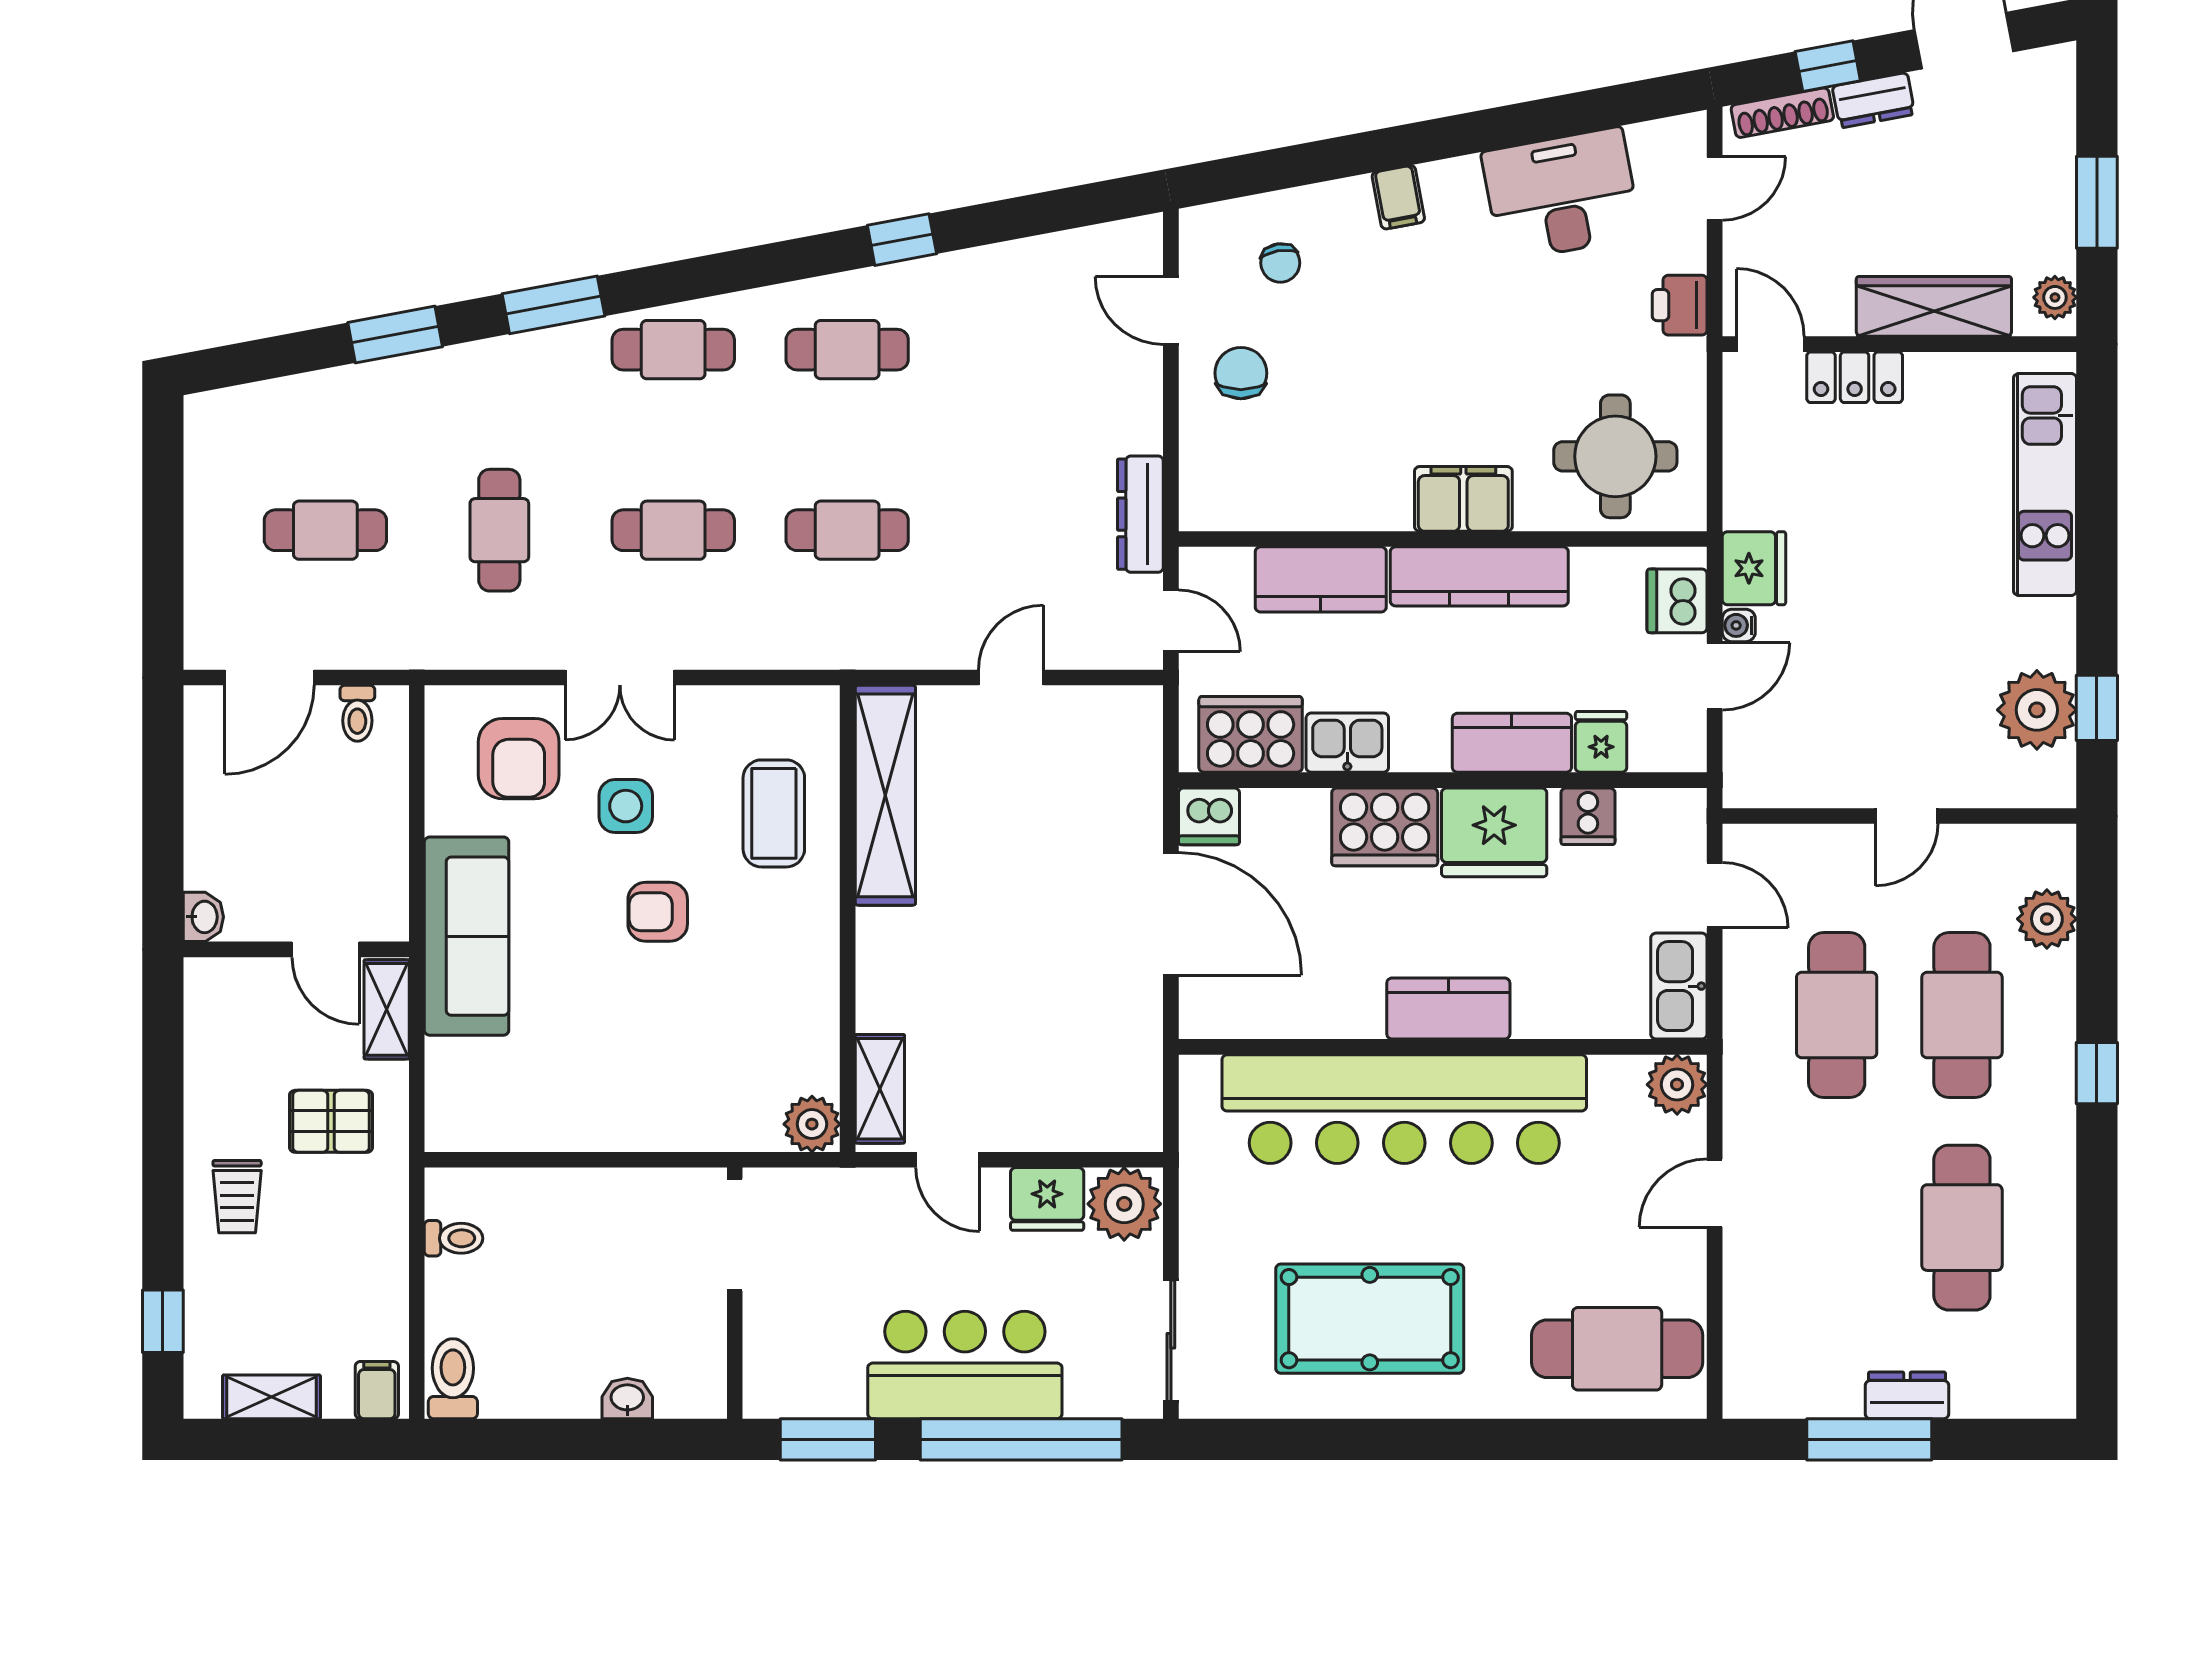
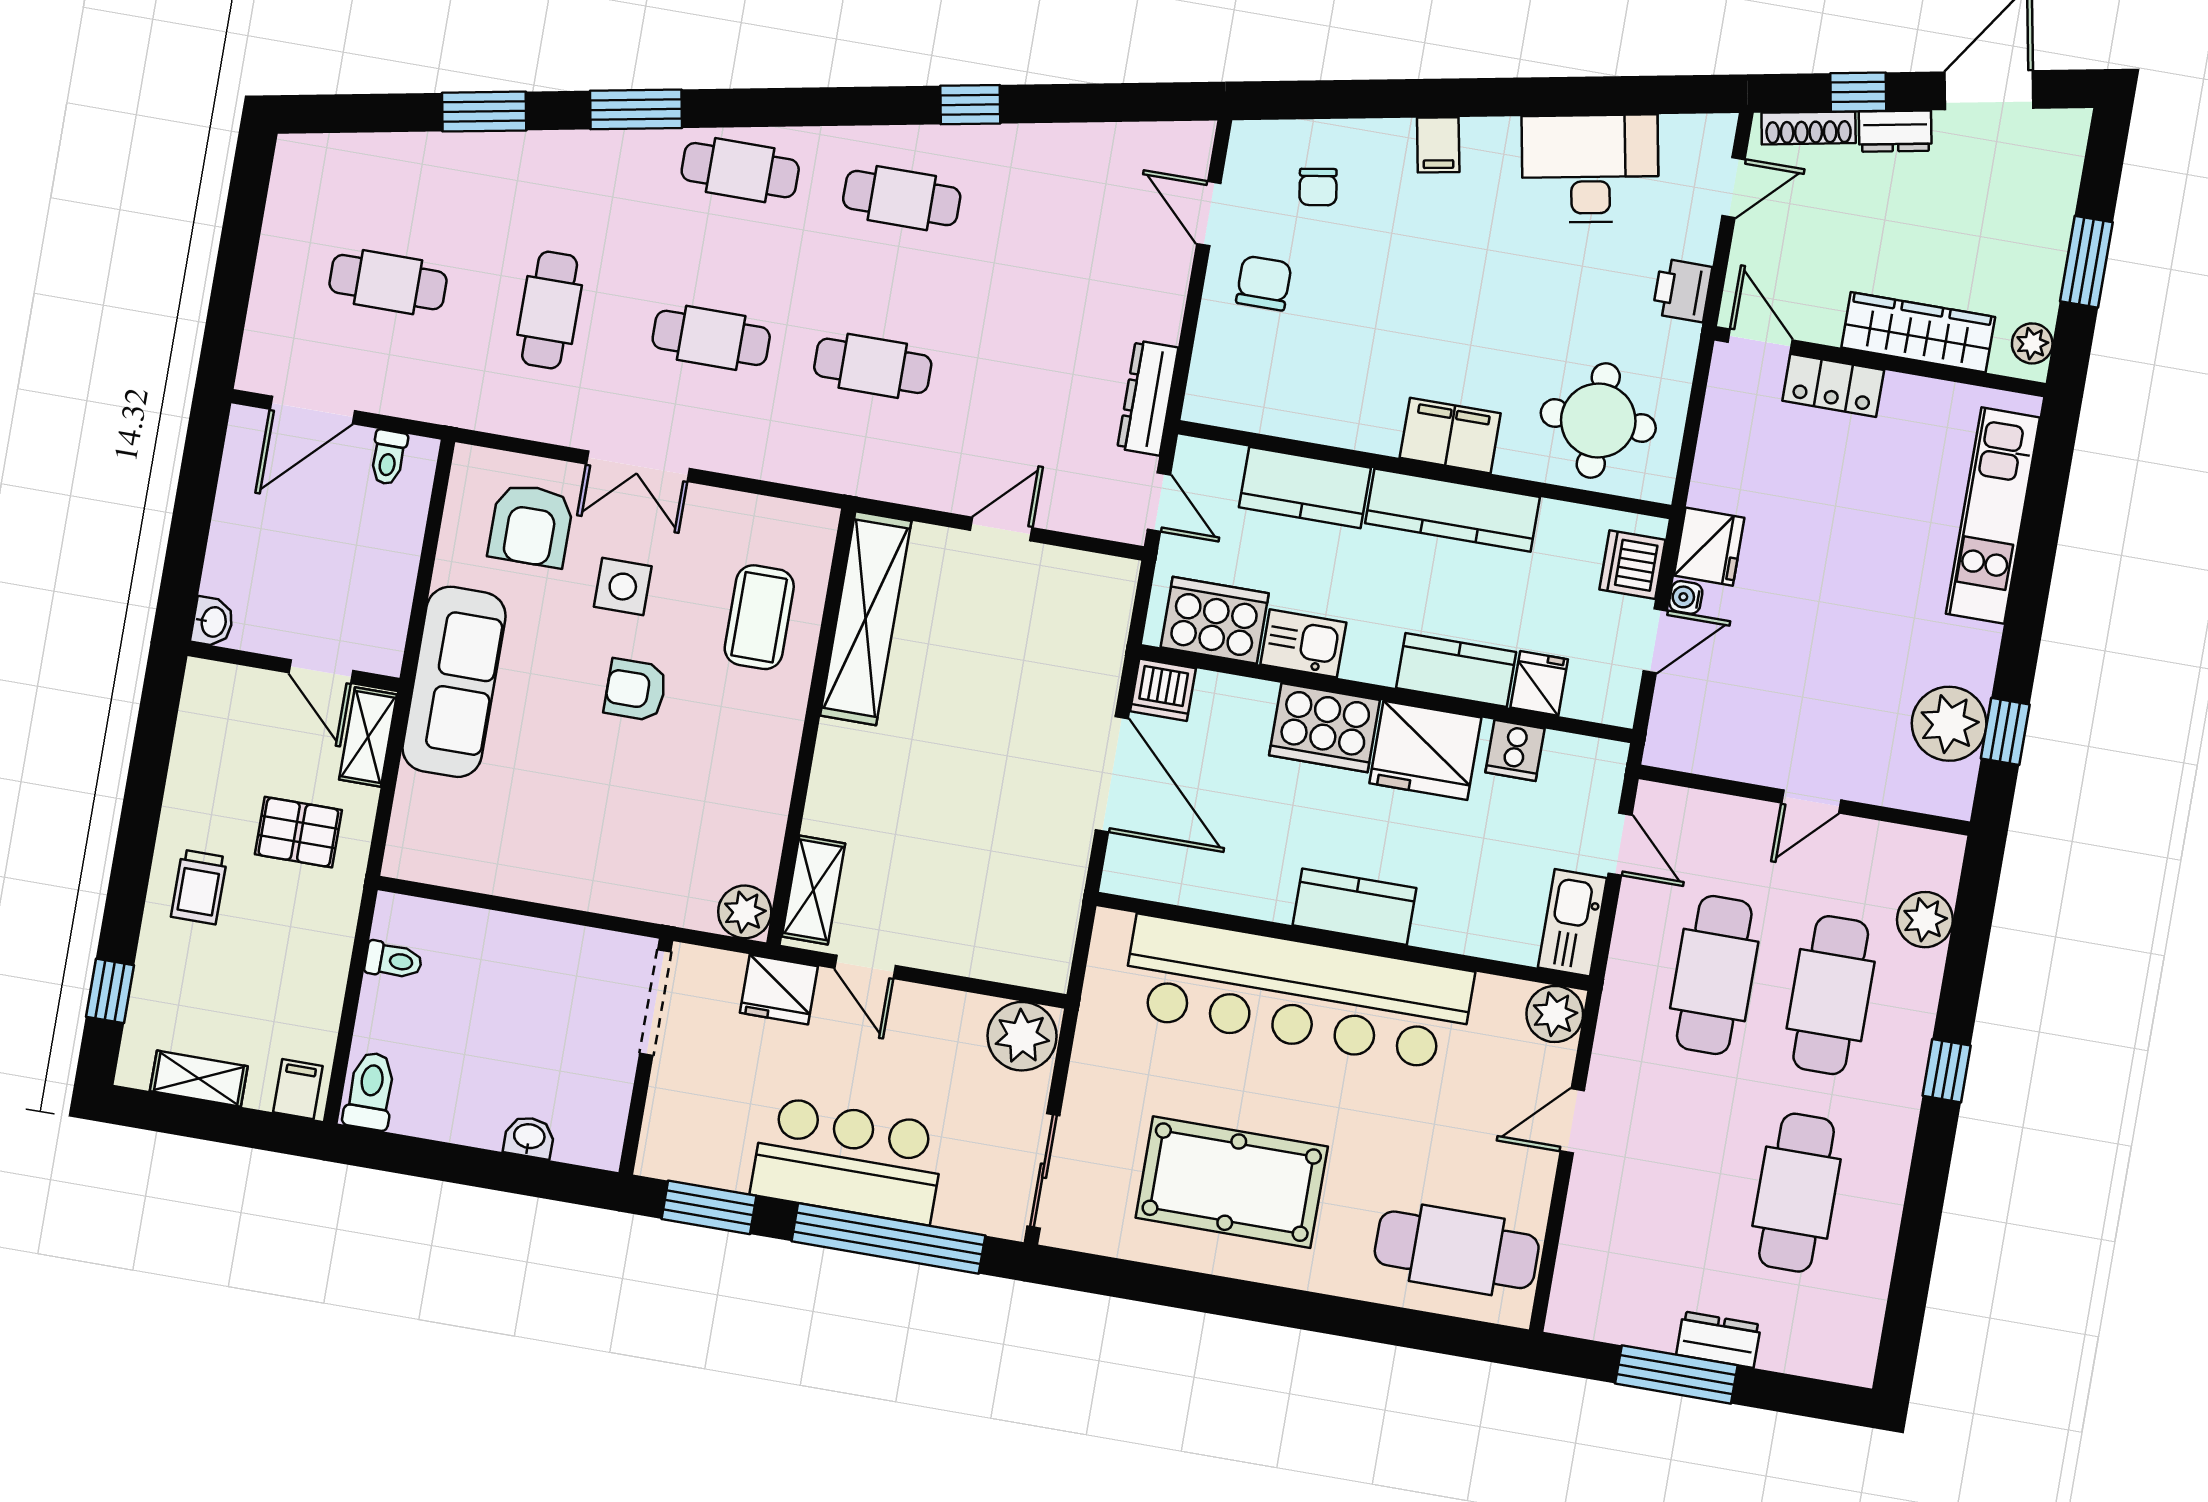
fridge: (1047, 1199) -> (779, 989), moved

